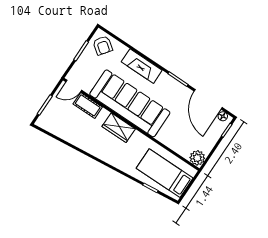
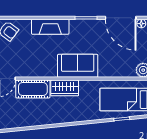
sofa: (130, 103) -> (78, 66), width x0.54, depth x0.79
cot: (88, 105) -> (33, 89), width x1.37, depth x1.34

